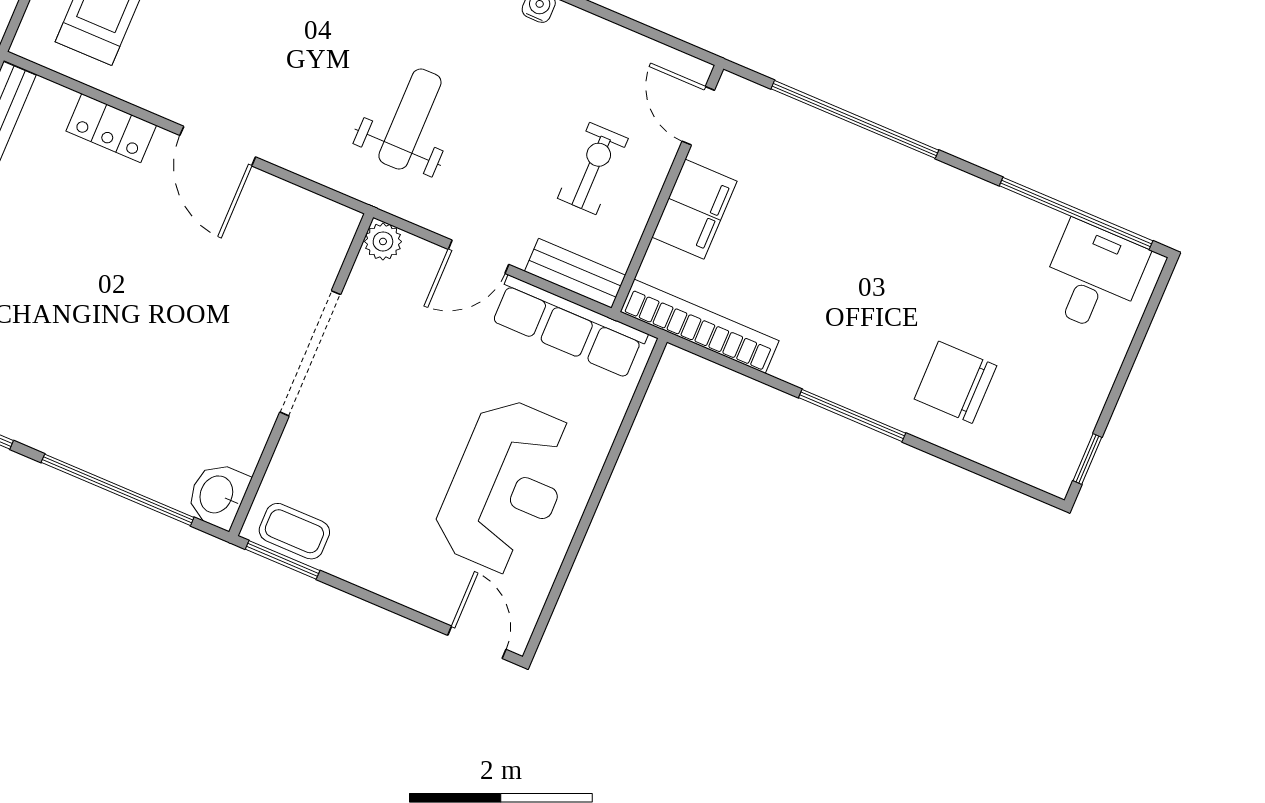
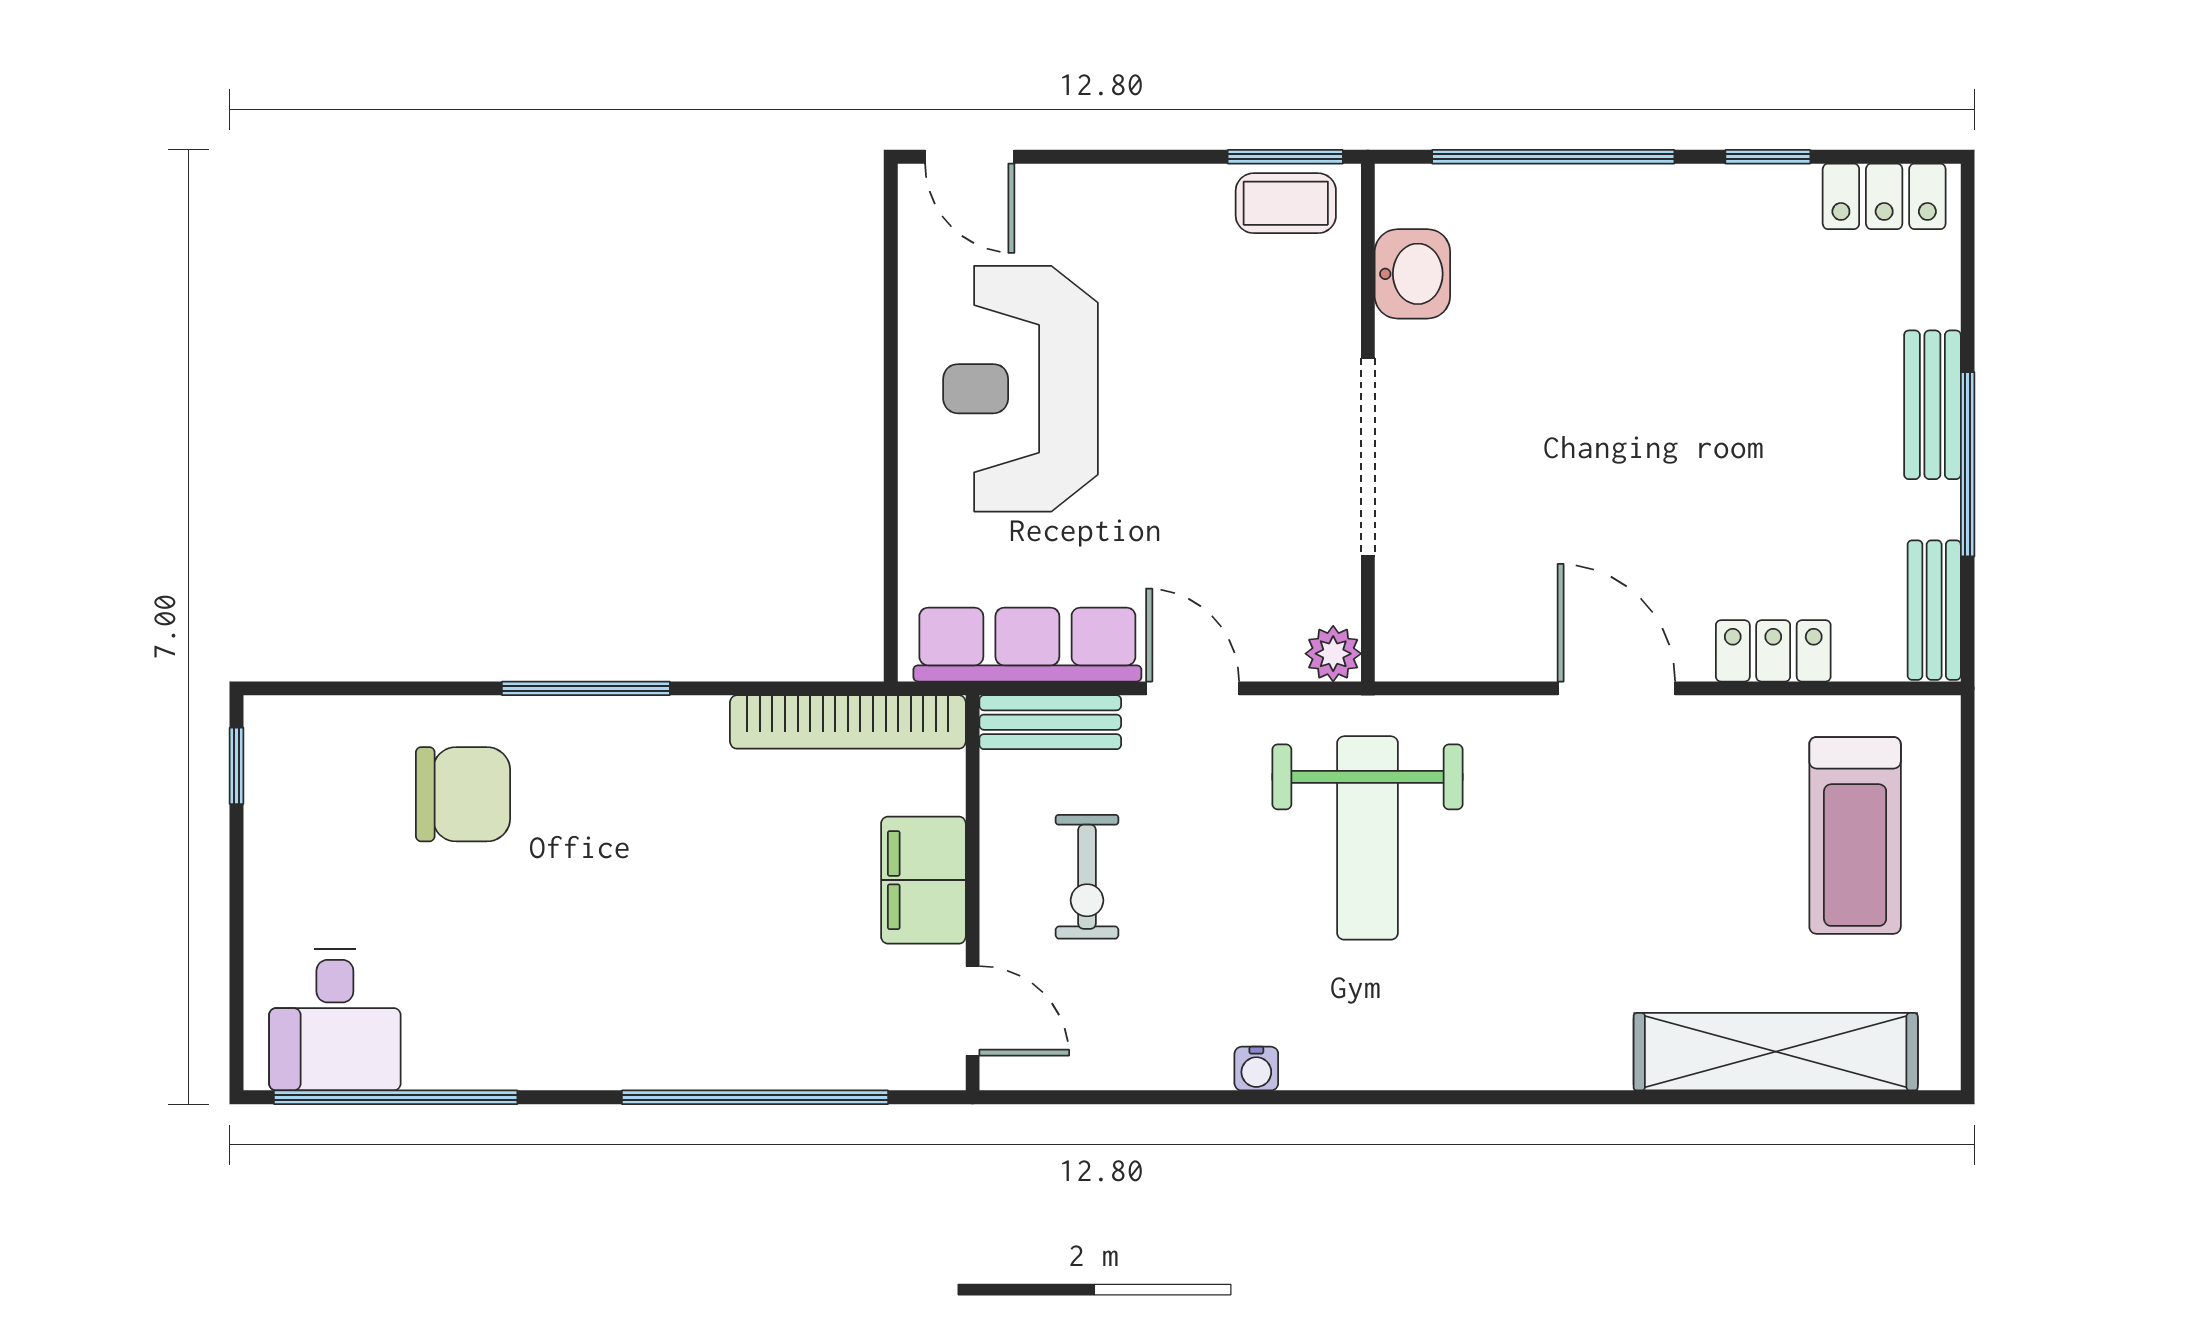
weight bench: (410, 119) -> (1367, 838), width x1.36, depth x1.33
door: (479, 257) -> (1193, 688), hinge flipped
washbasin: (218, 495) -> (1412, 274), moved

